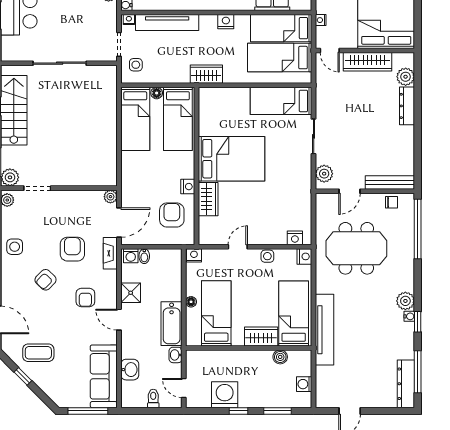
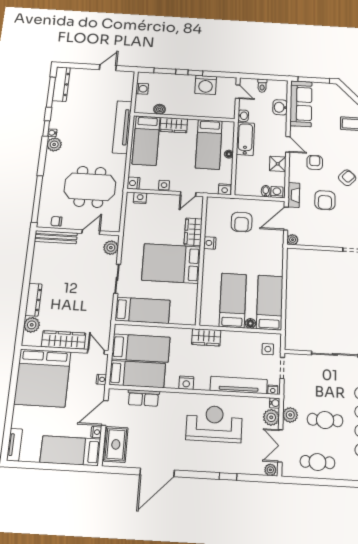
bed: (231, 159) -> (171, 263), moved
wall: (196, 166) -> (201, 259), moved
nightstand: (188, 187) -> (210, 243), moved
wardrobe: (208, 199) -> (193, 232), moved

